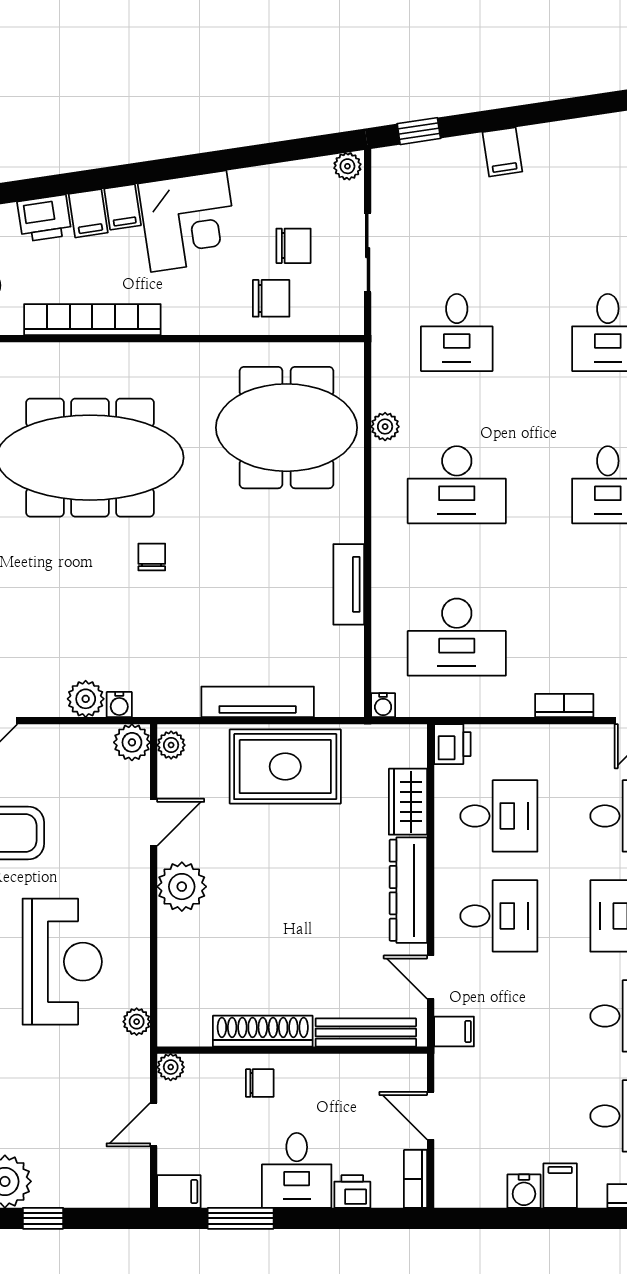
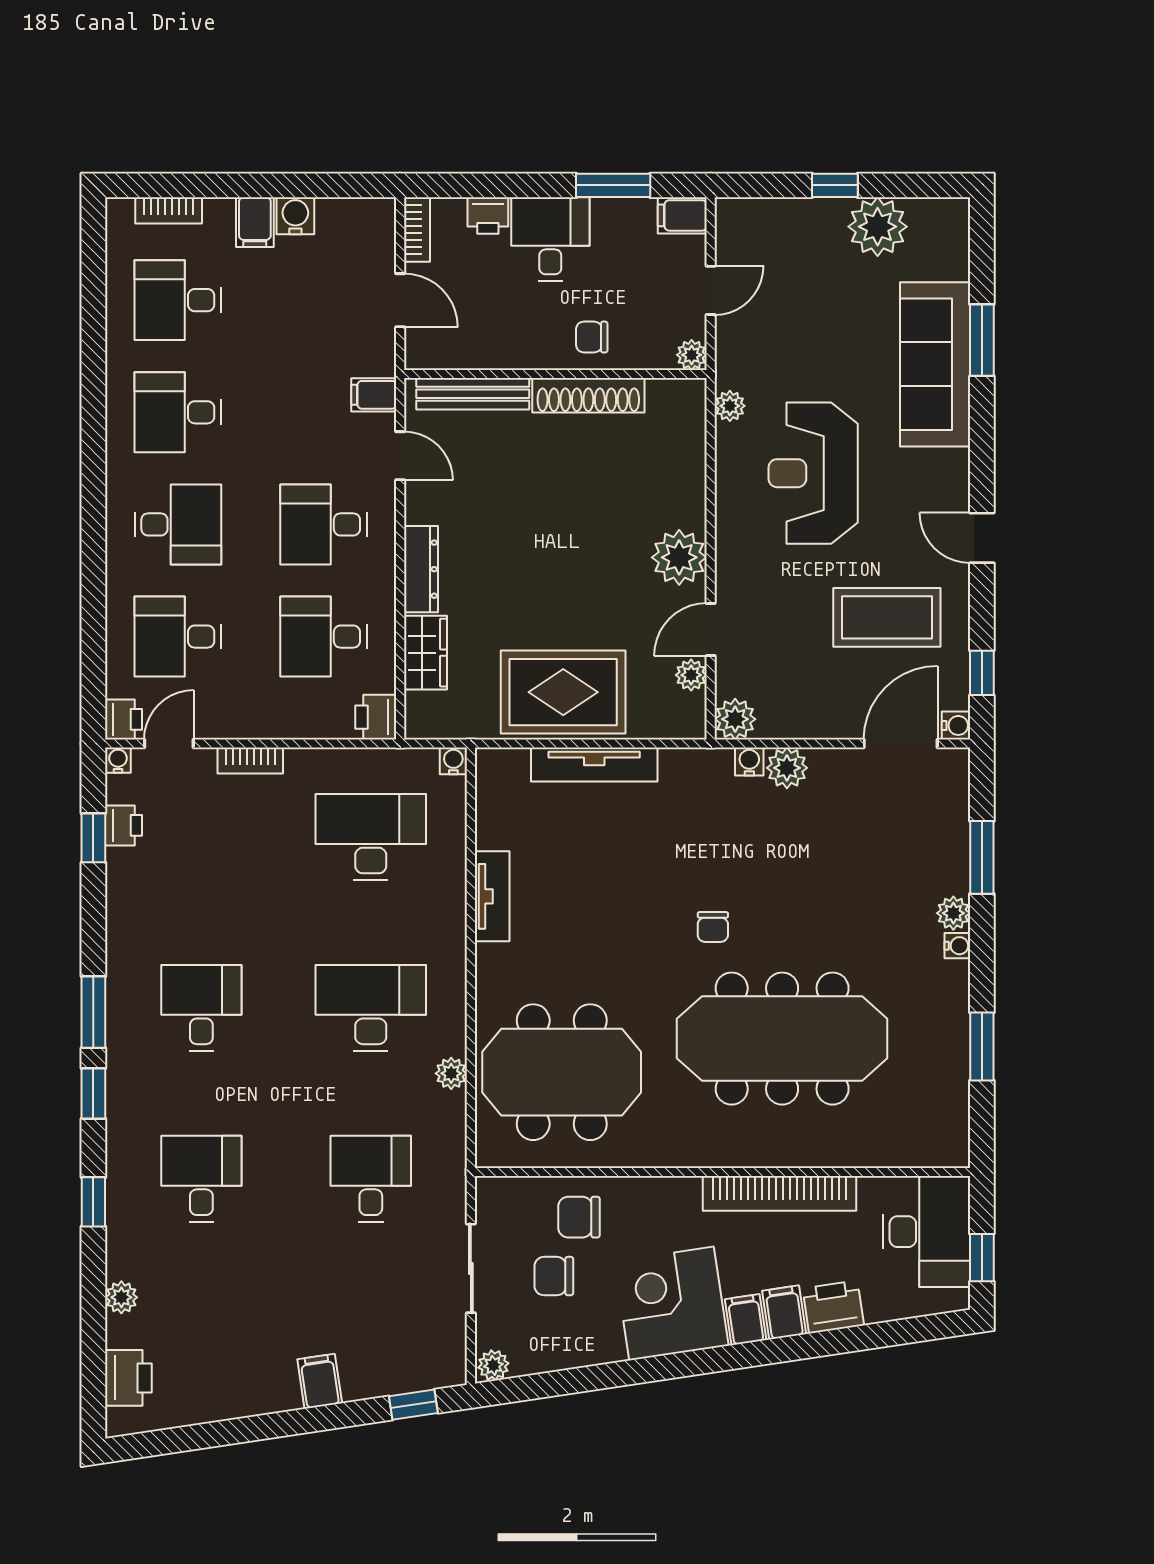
plant: (171, 745) -> (691, 675), moved
dresser: (408, 890) -> (421, 569), width x0.73, depth x0.80

